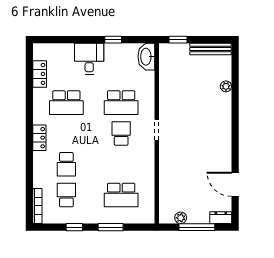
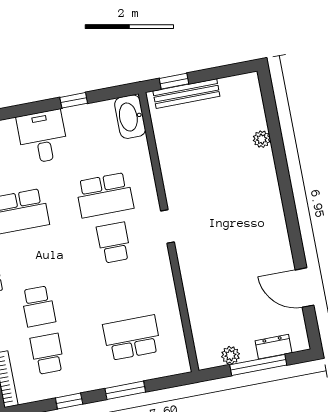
bench: (211, 49) -> (186, 94), moved
school desk: (121, 195) -> (132, 338), turned 180
dresser: (221, 218) -> (273, 347), moved

